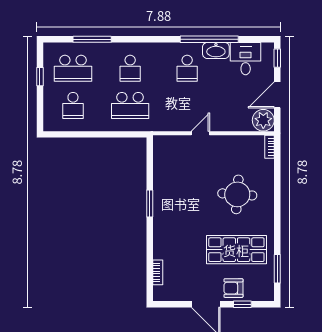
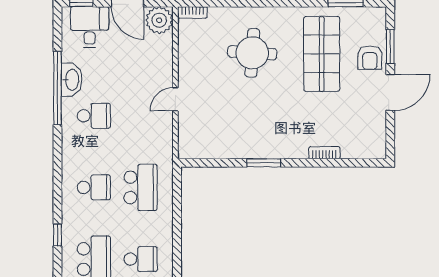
window: (92, 39) -> (57, 235), width x0.46
desk: (246, 59) -> (90, 27), moved, turned 90
door: (200, 133) -> (175, 99), hinge flipped
bookcase: (158, 272) -> (324, 153), moved
window: (242, 304) -> (390, 46), width x1.50

